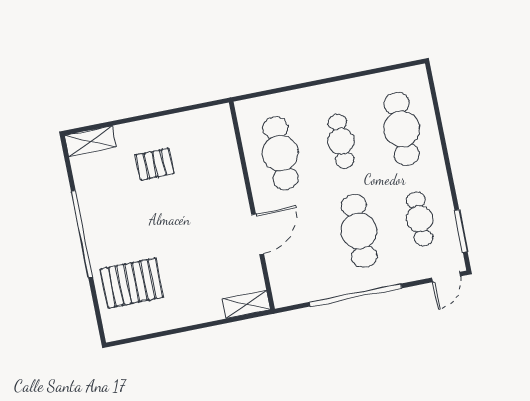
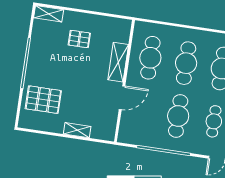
cafe table: (341, 141) -> (186, 63), width x1.37, depth x1.35
shelving: (231, 179) -> (118, 62), added
shelving: (246, 304) -> (77, 130), moved

